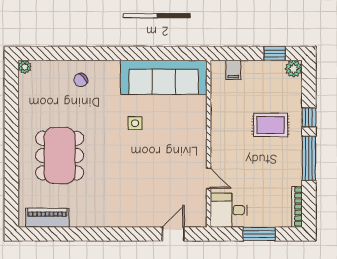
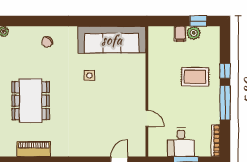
plant: (294, 69) -> (194, 33), moved
filing cabinet: (233, 70) -> (180, 34), moved
desk: (229, 210) -> (181, 142), moved, turned -90
piano: (47, 218) -> (34, 149), moved

